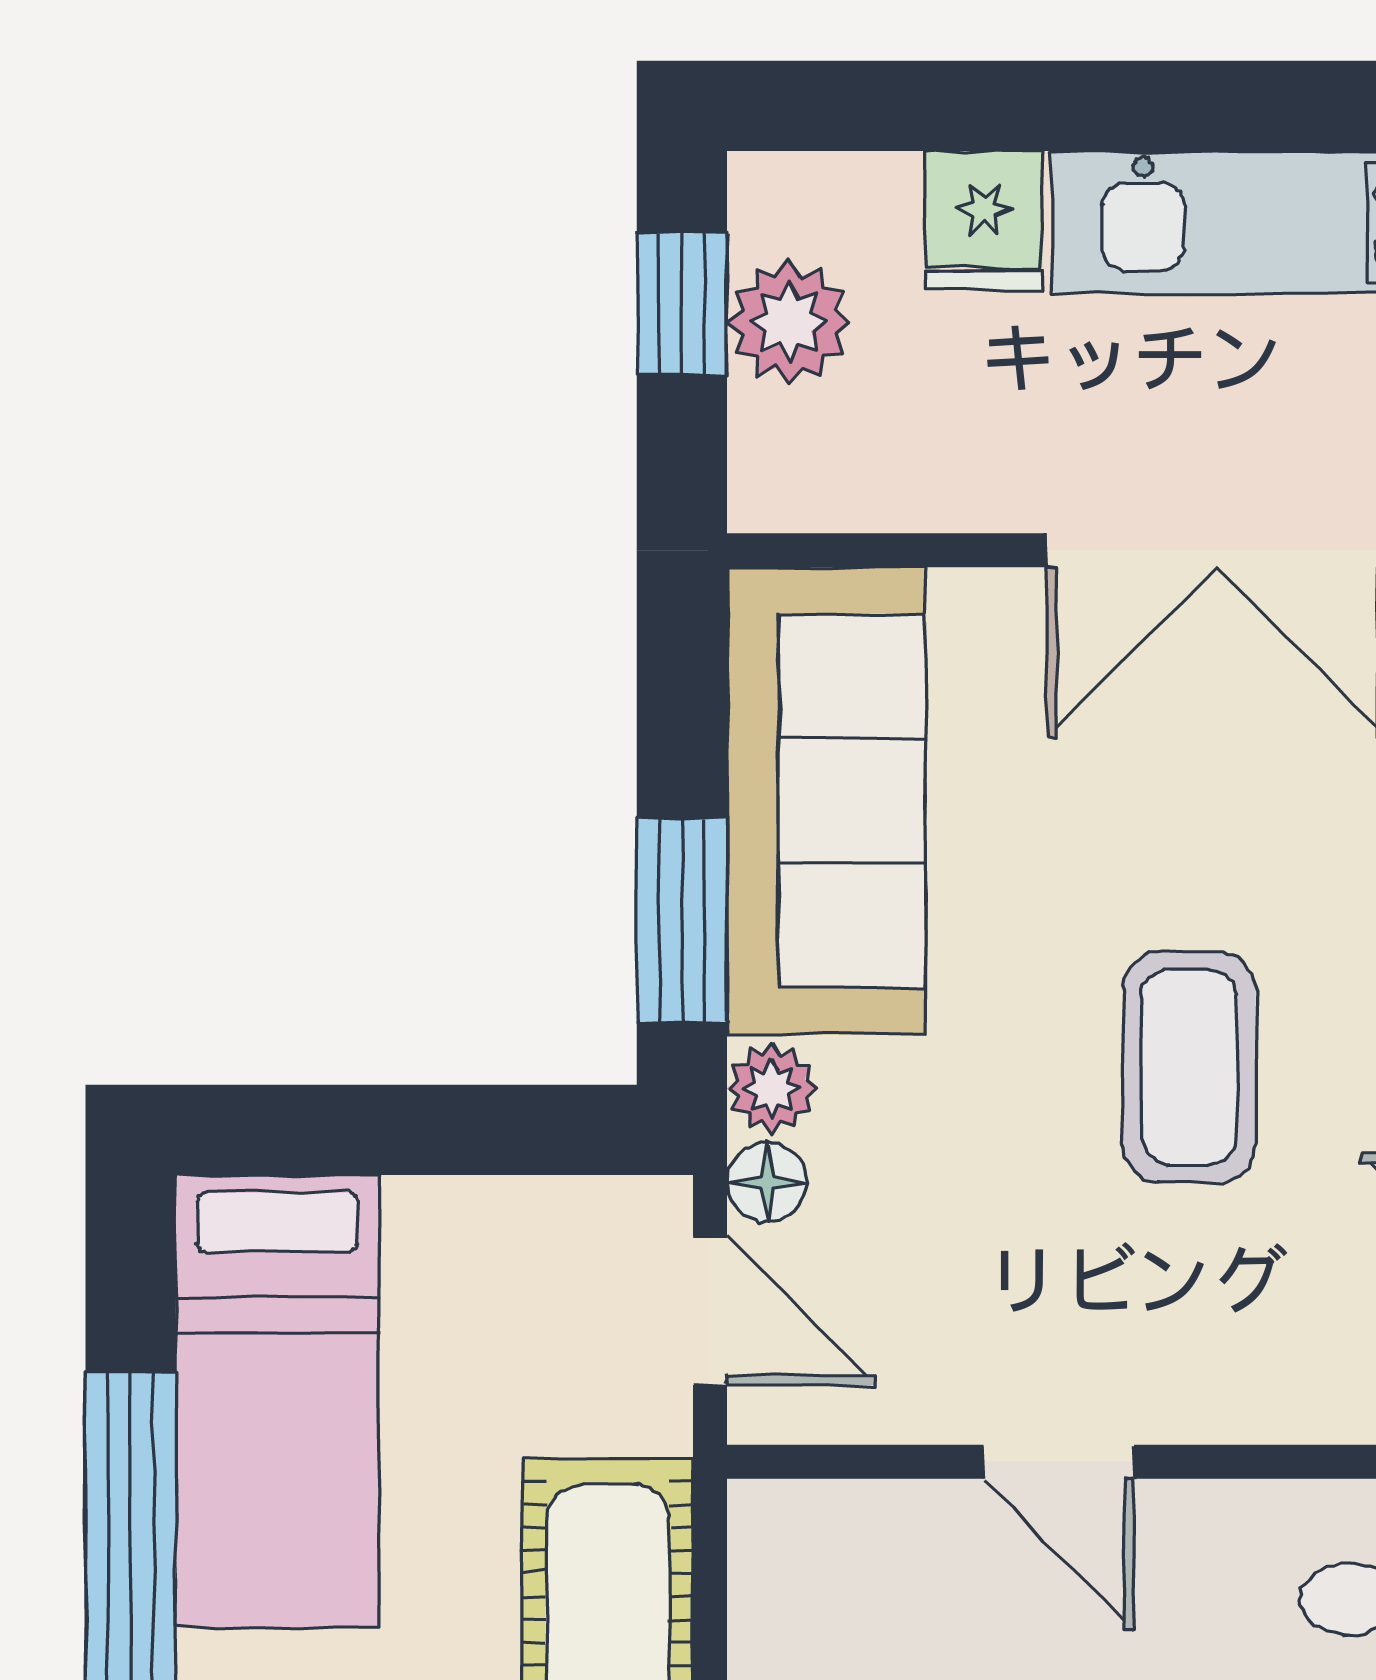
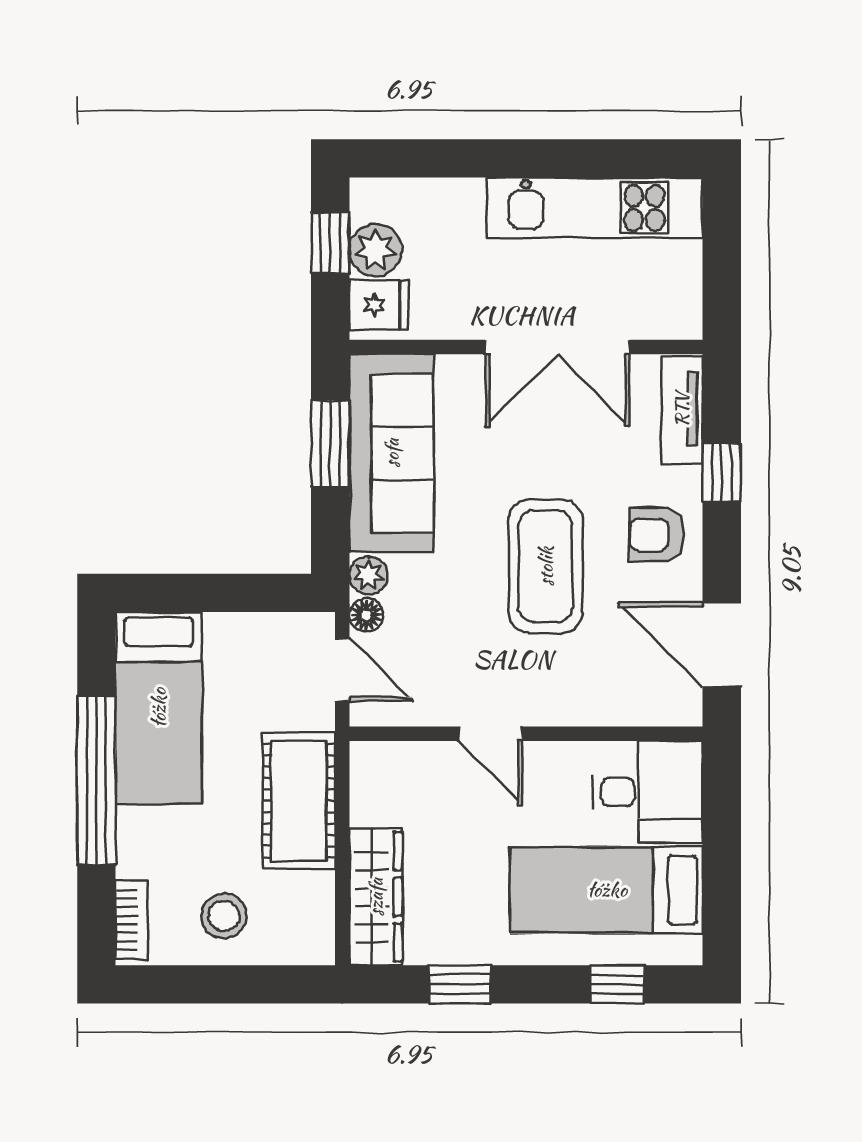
fridge: (984, 220) -> (379, 305), moved, turned -90
window: (682, 920) -> (330, 444), moved
coffee table: (1189, 1067) -> (546, 566), width x1.36, depth x1.32

